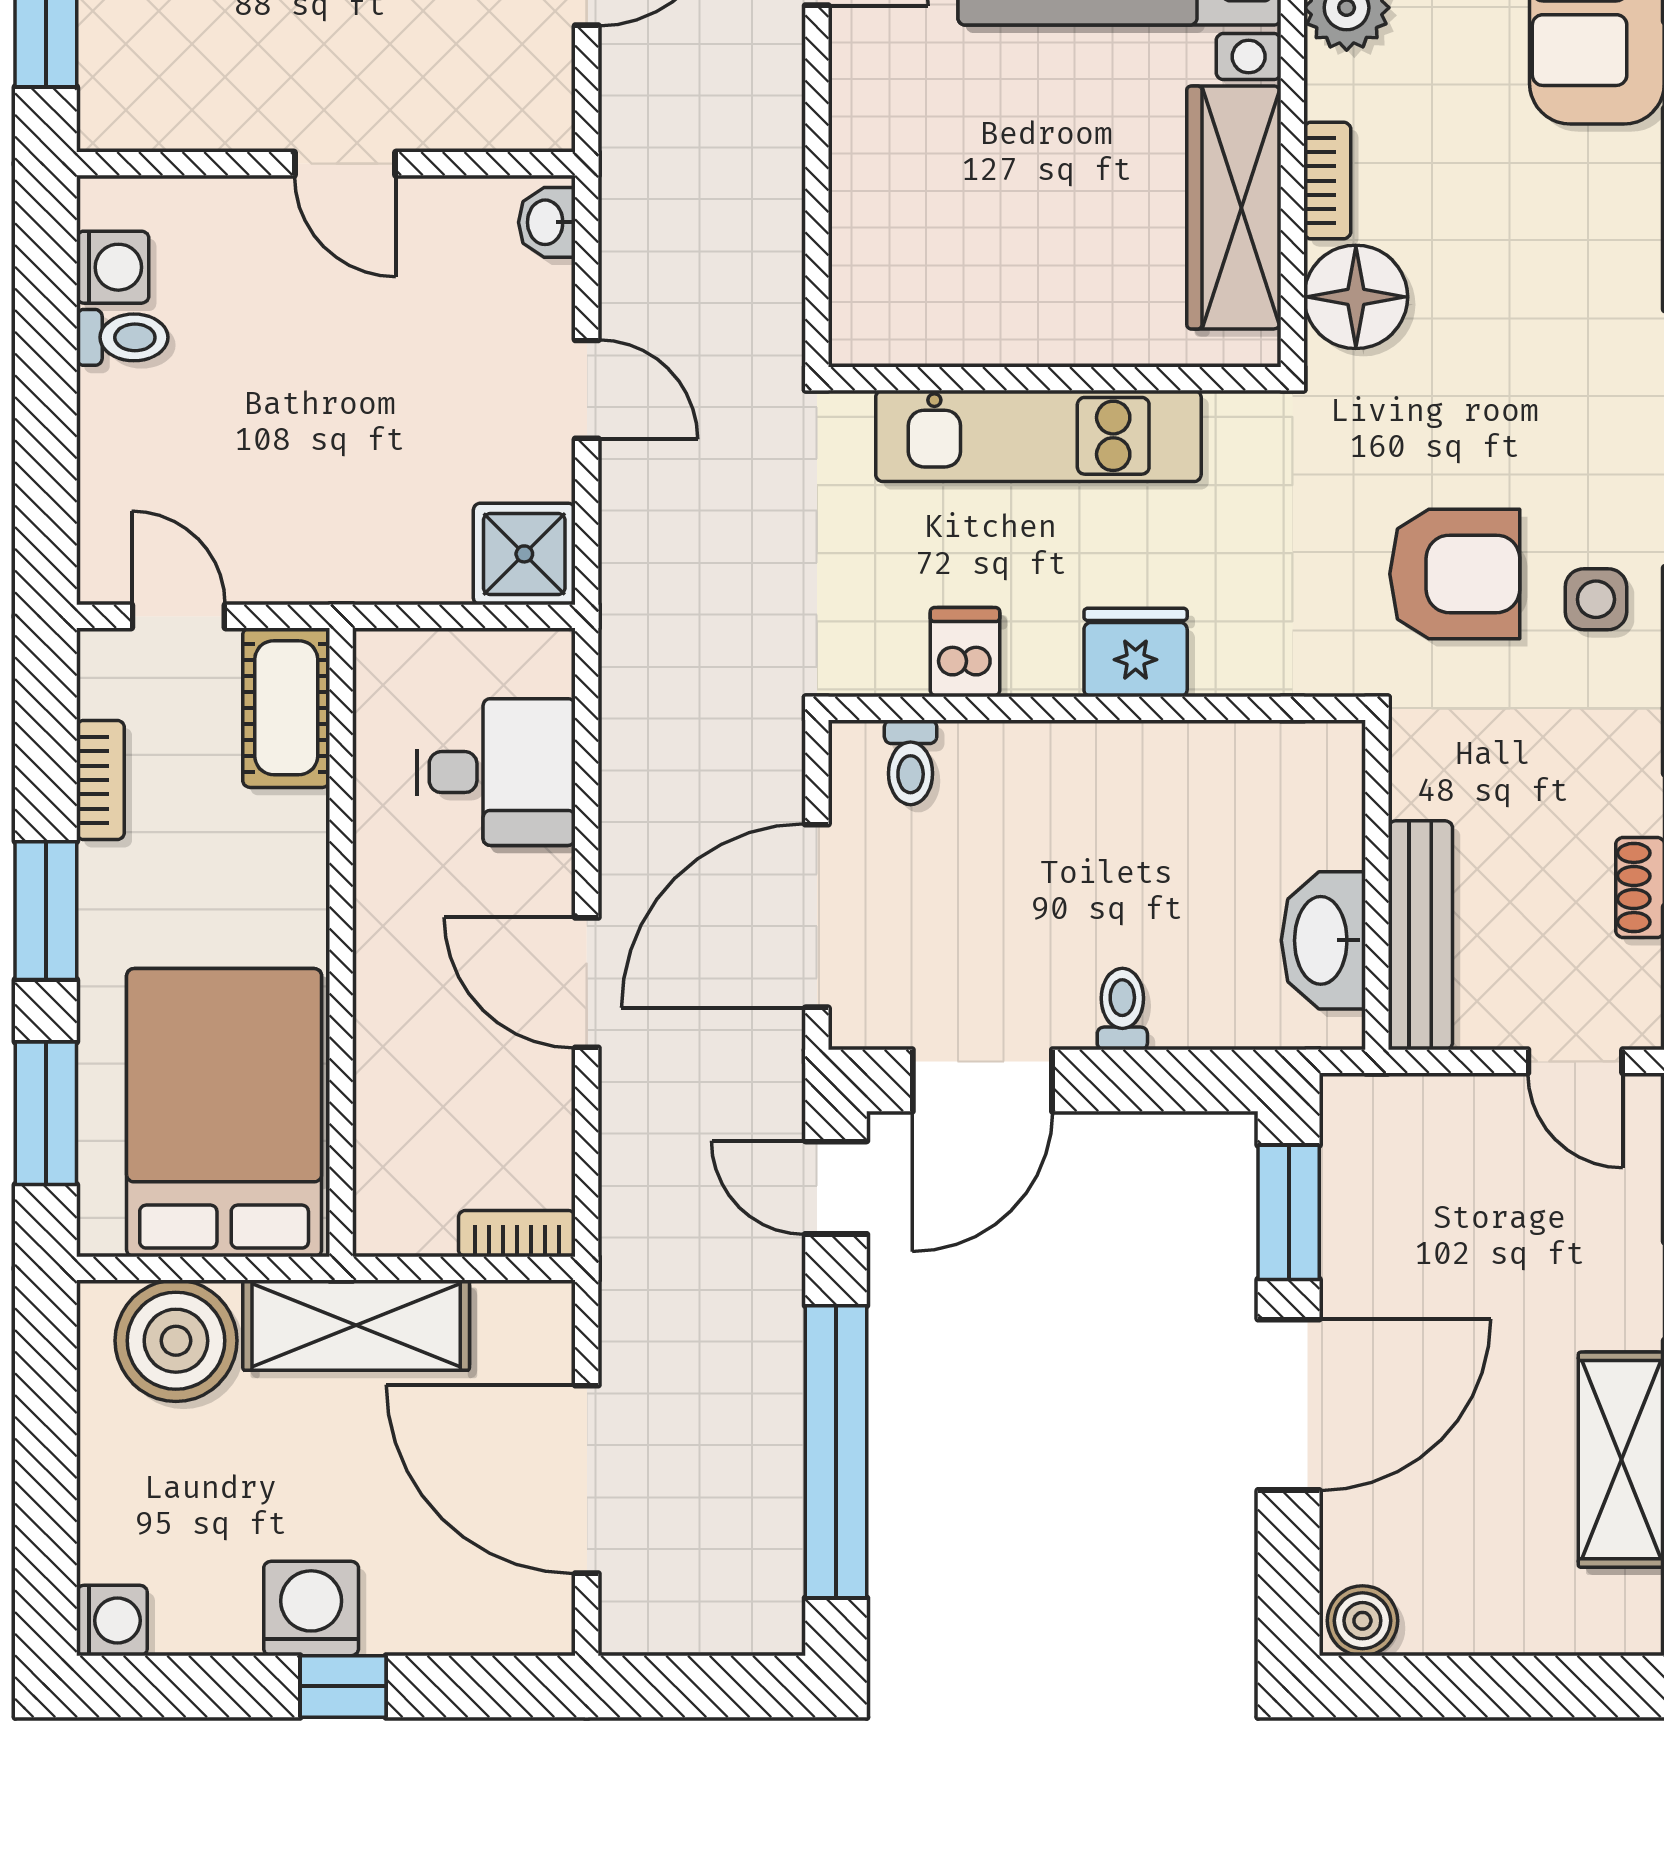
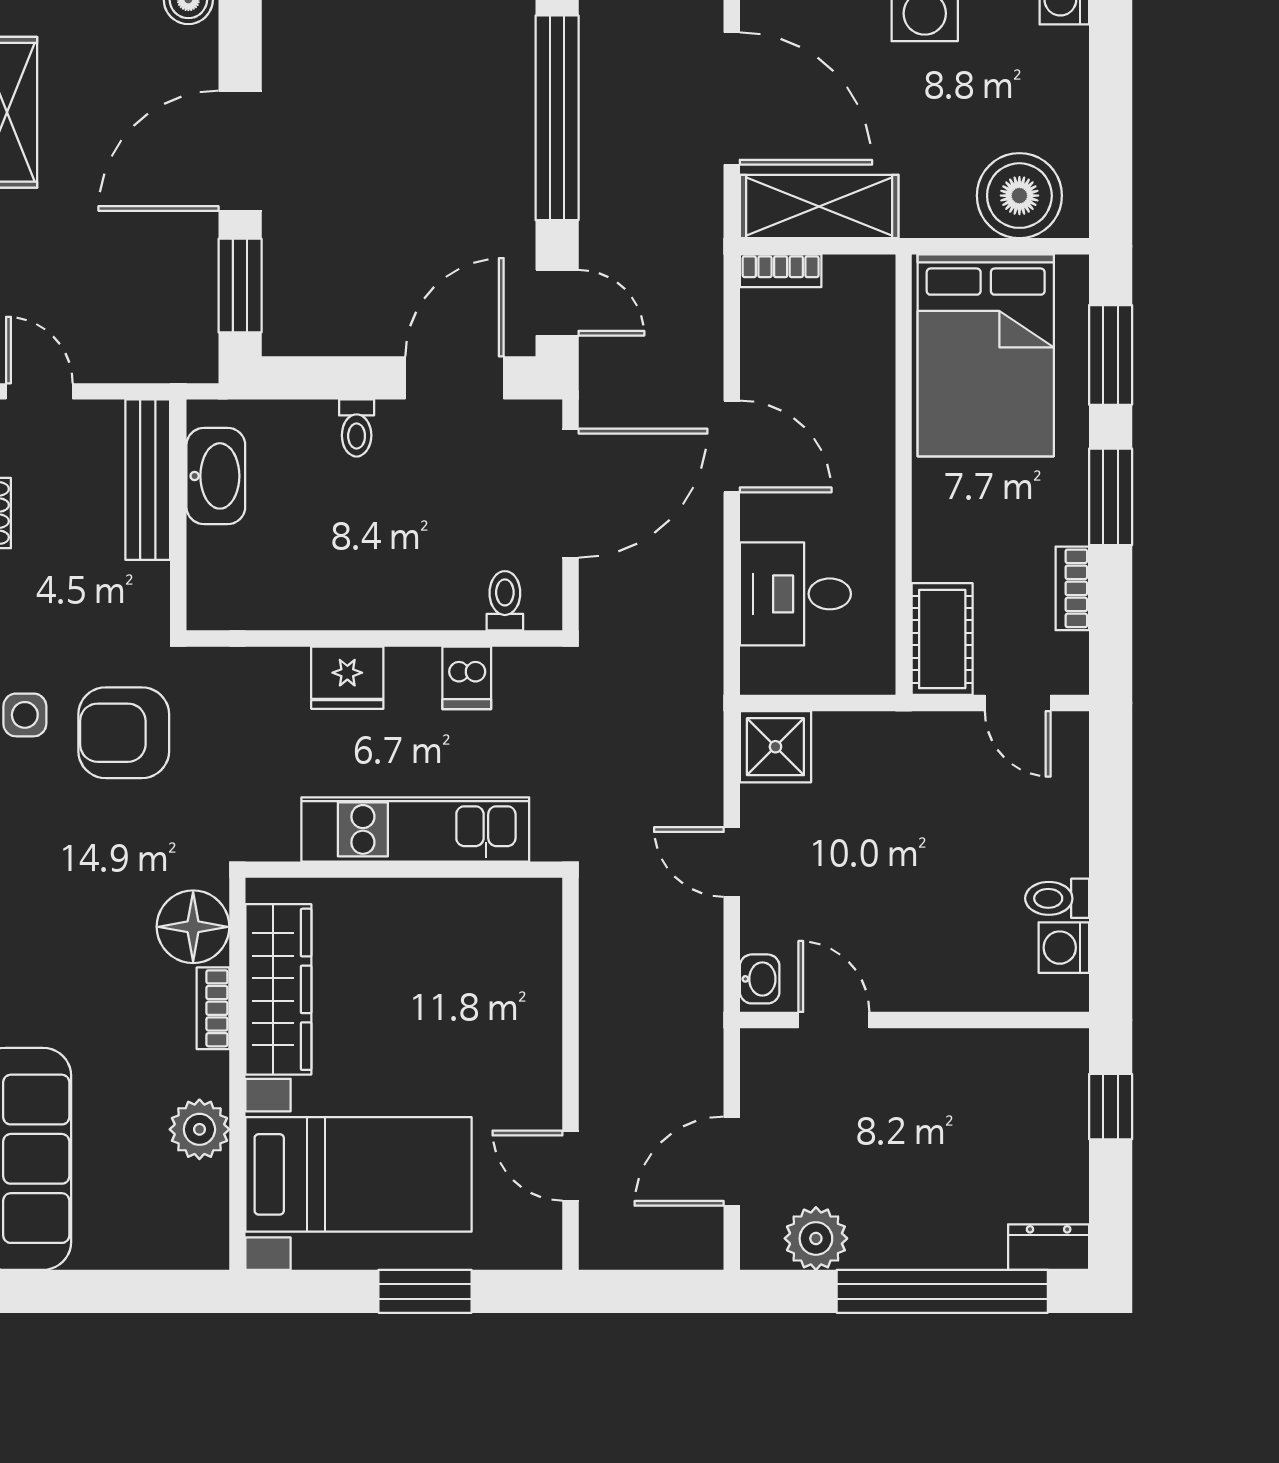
door: (345, 164) -> (834, 1020), moved
shelving: (356, 1325) -> (819, 206), moved

